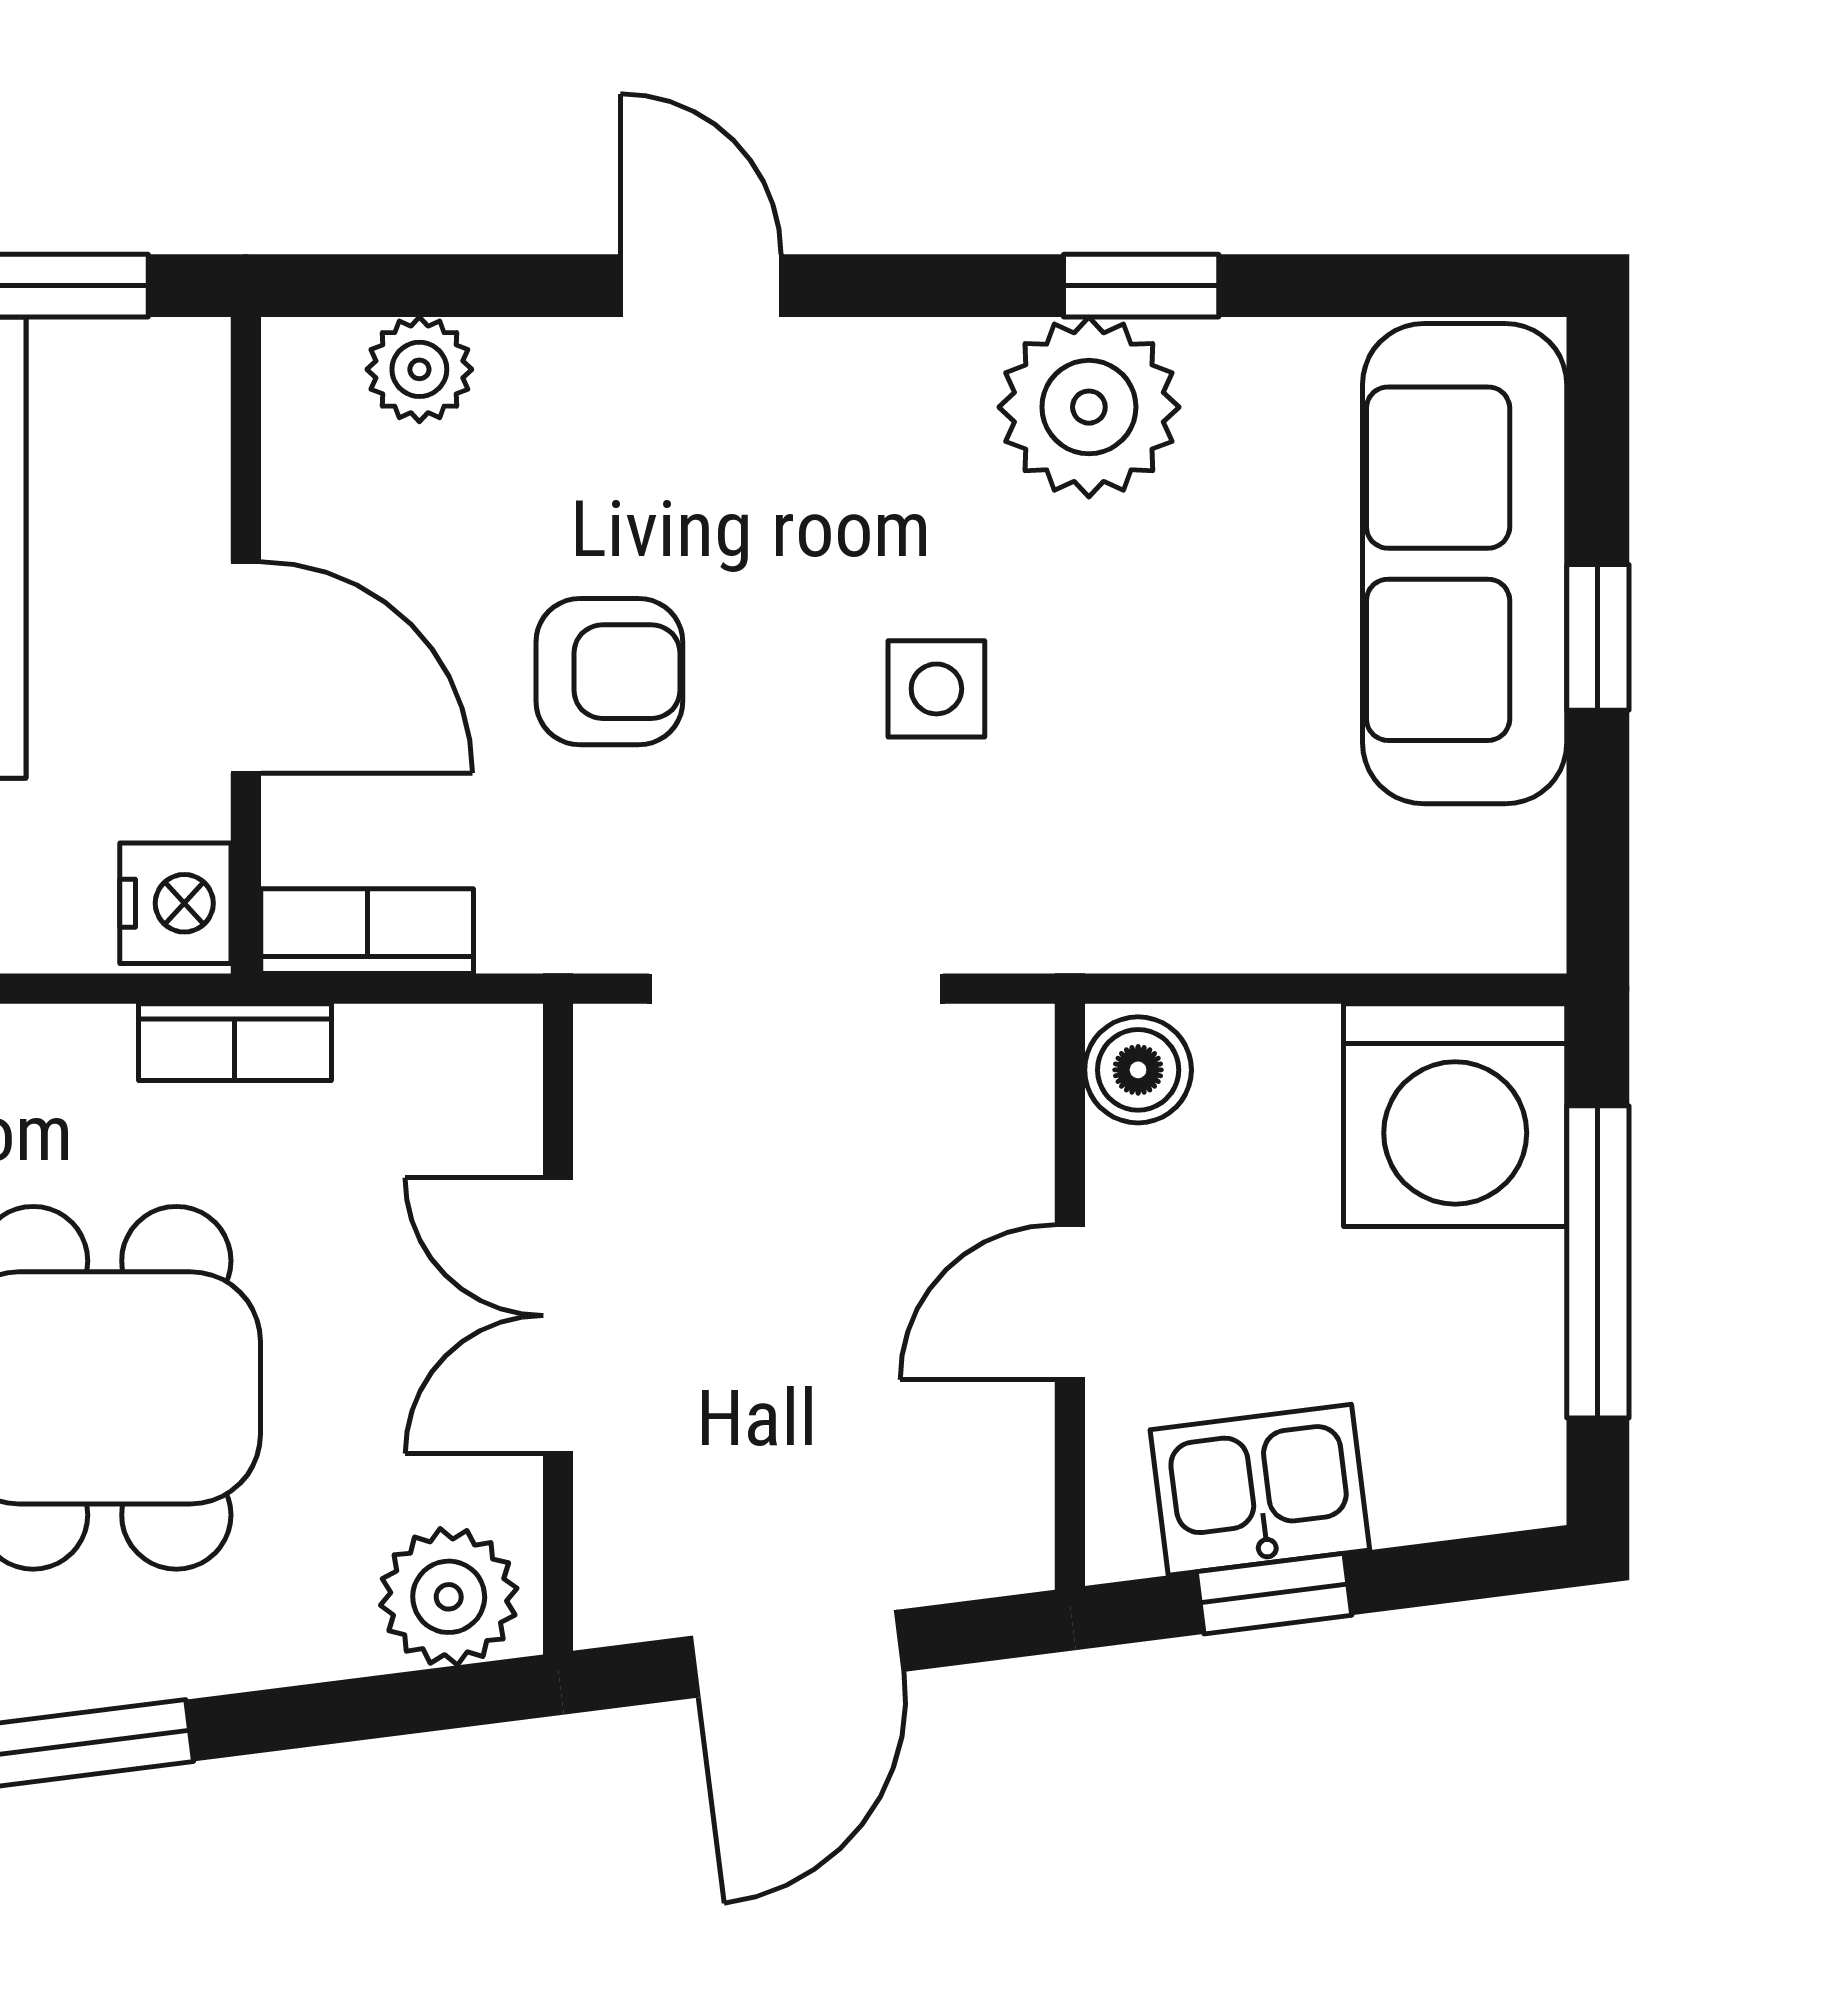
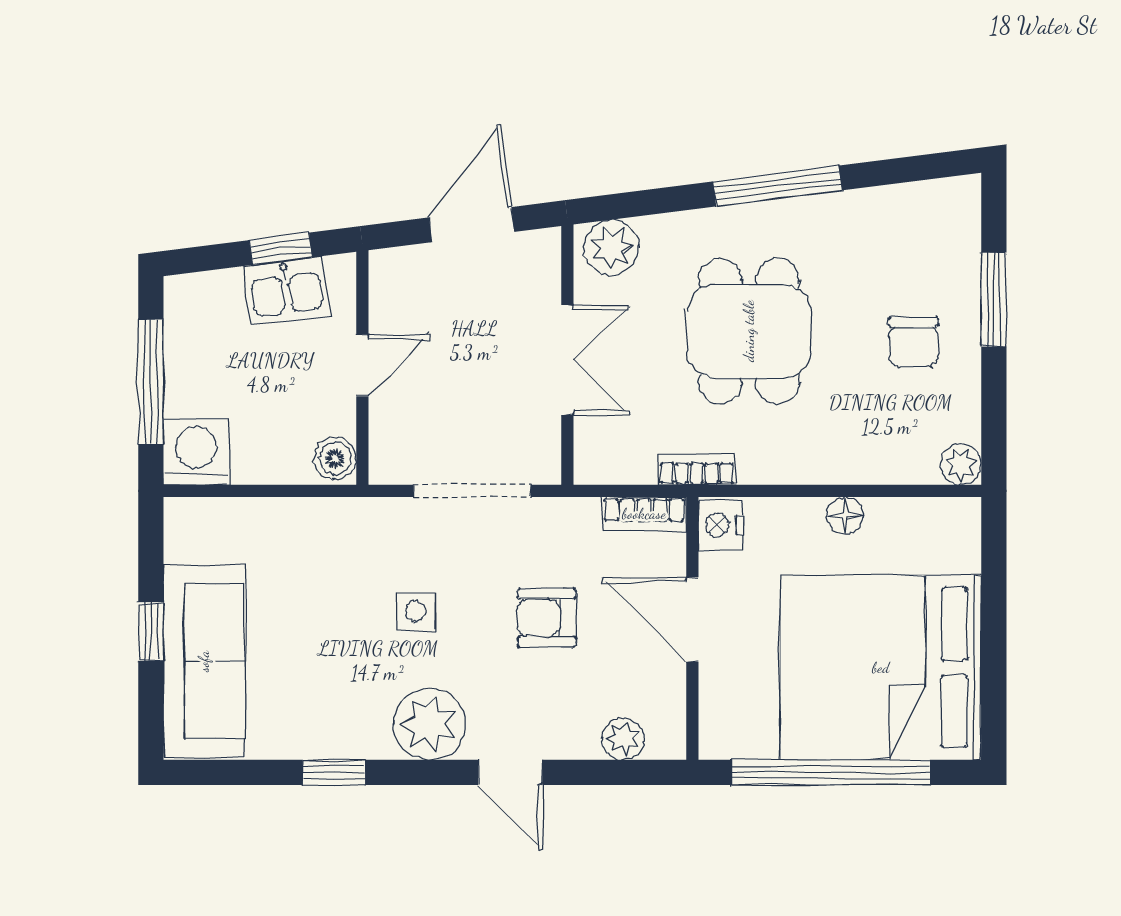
plant: (1089, 407) -> (429, 724), moved
washing machine: (1455, 1115) -> (196, 452), width x0.73, depth x0.73

